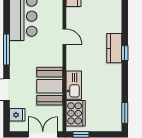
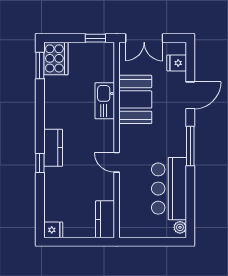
window: (125, 53) -> (40, 163), moved
cooker: (76, 113) -> (56, 58), moved, turned 180

